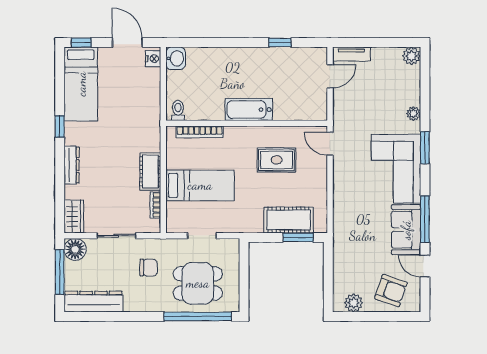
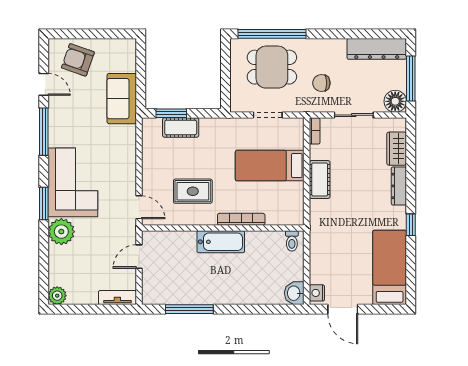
window: (81, 43) -> (389, 309), removed
window: (280, 43) -> (189, 309), width x2.17
door: (330, 76) -> (139, 257), moved
plant: (413, 114) -> (61, 232), width x1.87, depth x1.87
bookcase: (200, 132) -> (241, 219), moved
bookcase: (155, 205) -> (315, 131), moved
wardrobe: (74, 216) -> (397, 149), moved
cot: (289, 220) -> (181, 127), width x0.73, depth x0.75
sofa: (406, 230) -> (122, 99), moved, turned 180
plant: (354, 303) -> (115, 48), removed

